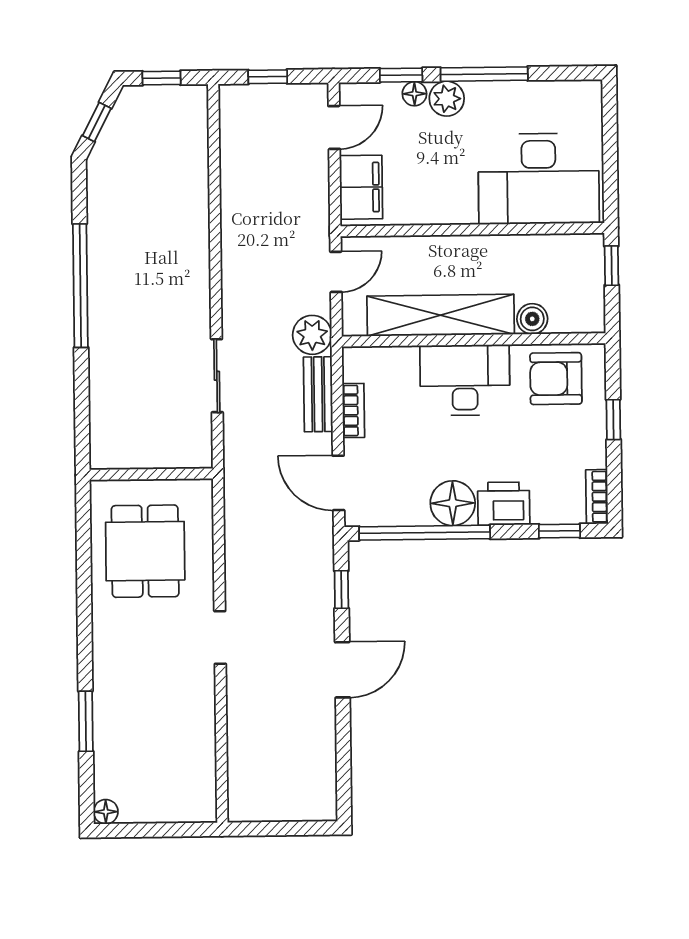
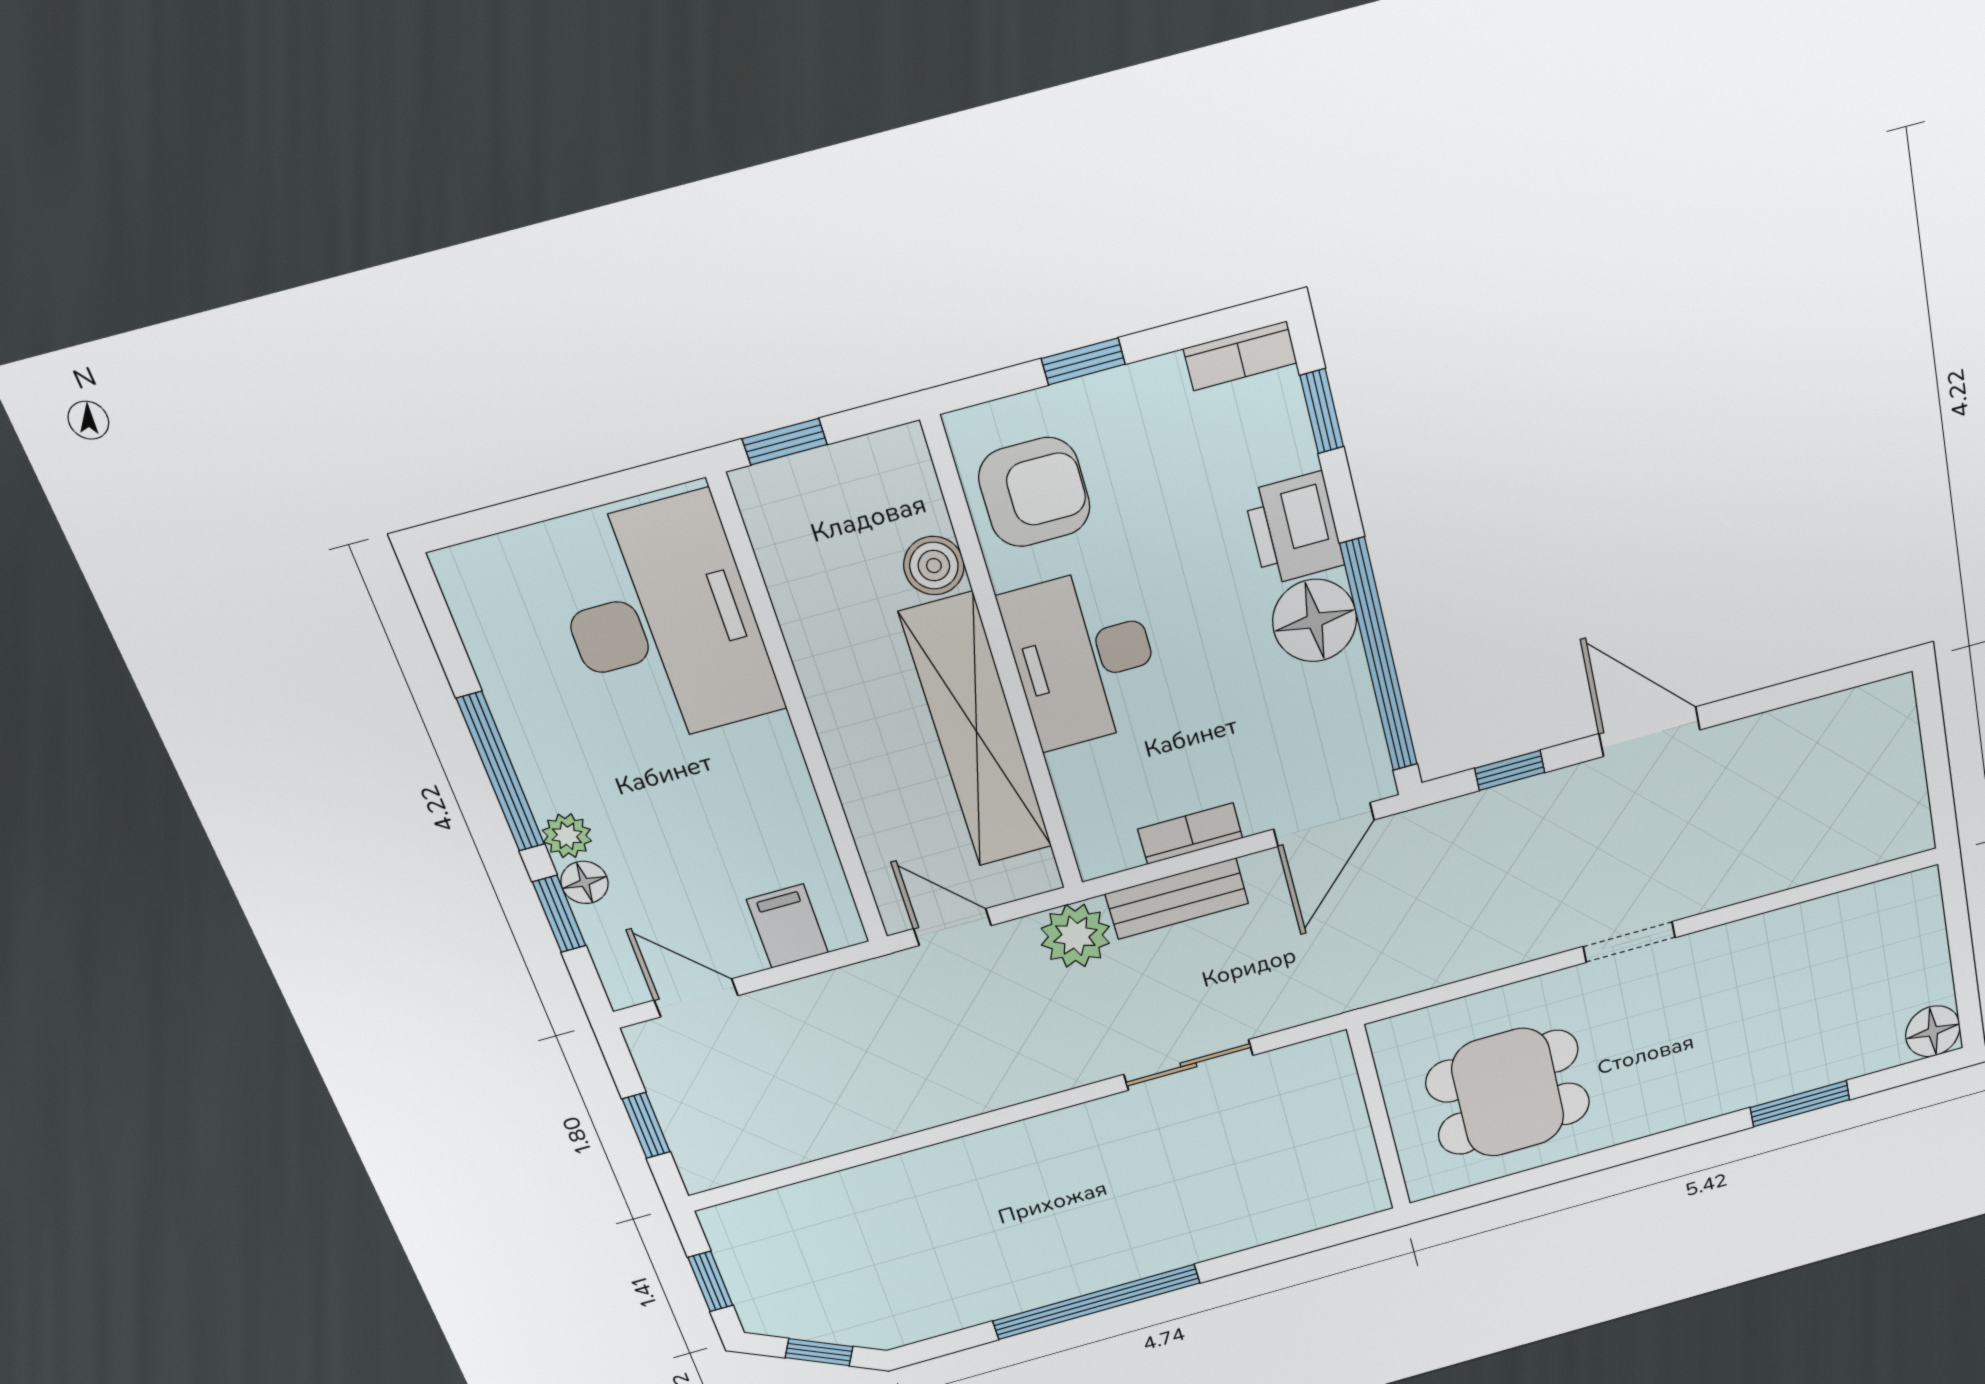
plant: (447, 99) -> (567, 836), width x0.73, depth x0.73
filing cabinet: (361, 187) -> (788, 926), width x0.50
armchair: (556, 379) -> (1034, 492), turned -90
floor lamp: (106, 812) -> (1933, 1031), width x1.37, depth x1.37

